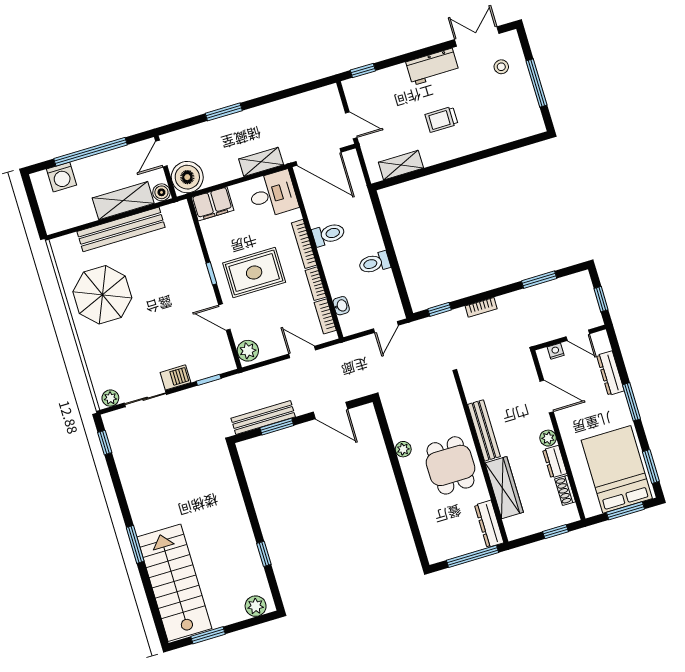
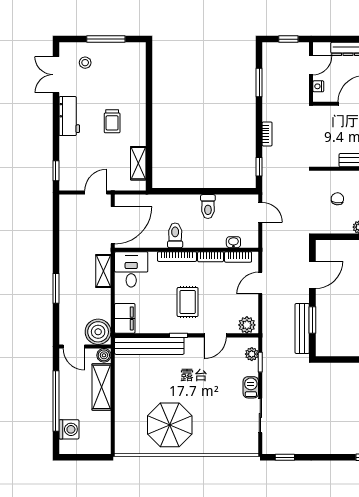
bench: (121, 229) -> (149, 346), moved, turned 90
rug: (254, 273) -> (188, 302), width x0.73, depth x0.70
plant: (110, 398) -> (252, 354), moved
chair: (429, 413) -> (337, 199), added

